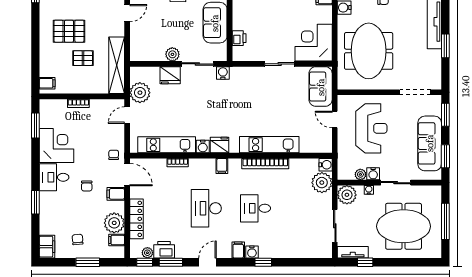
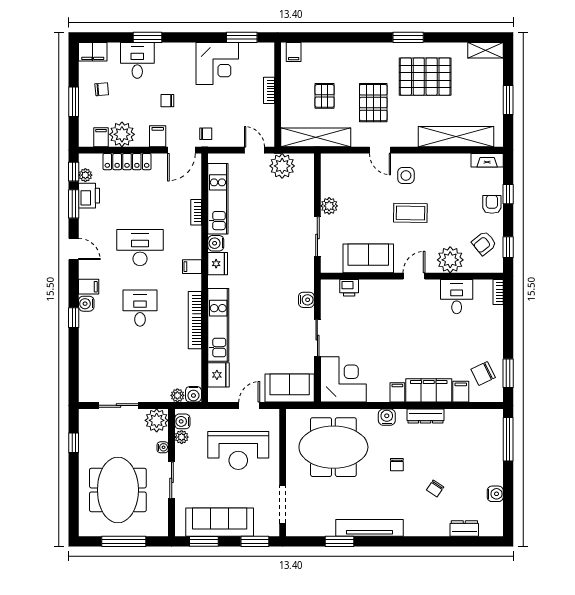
pallet: (69, 31) -> (373, 103), moved
water cooler: (223, 73) -> (306, 300), moved
fridge: (170, 75) -> (219, 375), moved, turned 180
water cooler: (373, 174) -> (182, 421), moved
desk: (54, 177) -> (137, 60), moved
plant: (322, 183) -> (177, 395), width x0.53, depth x0.53
tv unit: (353, 252) -> (86, 428), removed

